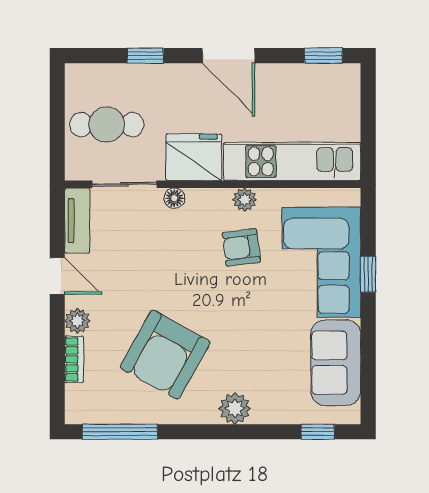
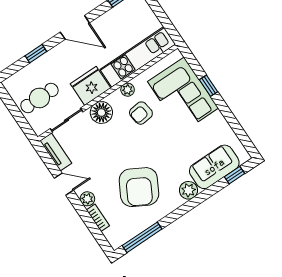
floor lamp: (174, 198) -> (101, 113), width x1.89, depth x1.89
sofa: (336, 363) -> (214, 167), moved, turned 90

